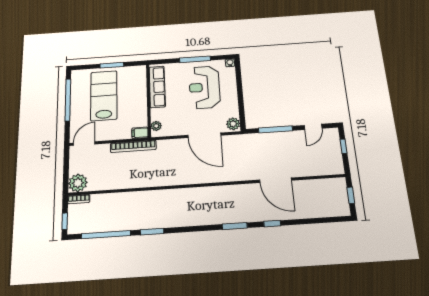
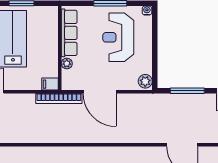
plant: (156, 126) -> (67, 63), moved
door: (204, 135) -> (100, 92), moved
bookcase: (133, 146) -> (59, 99), moved

